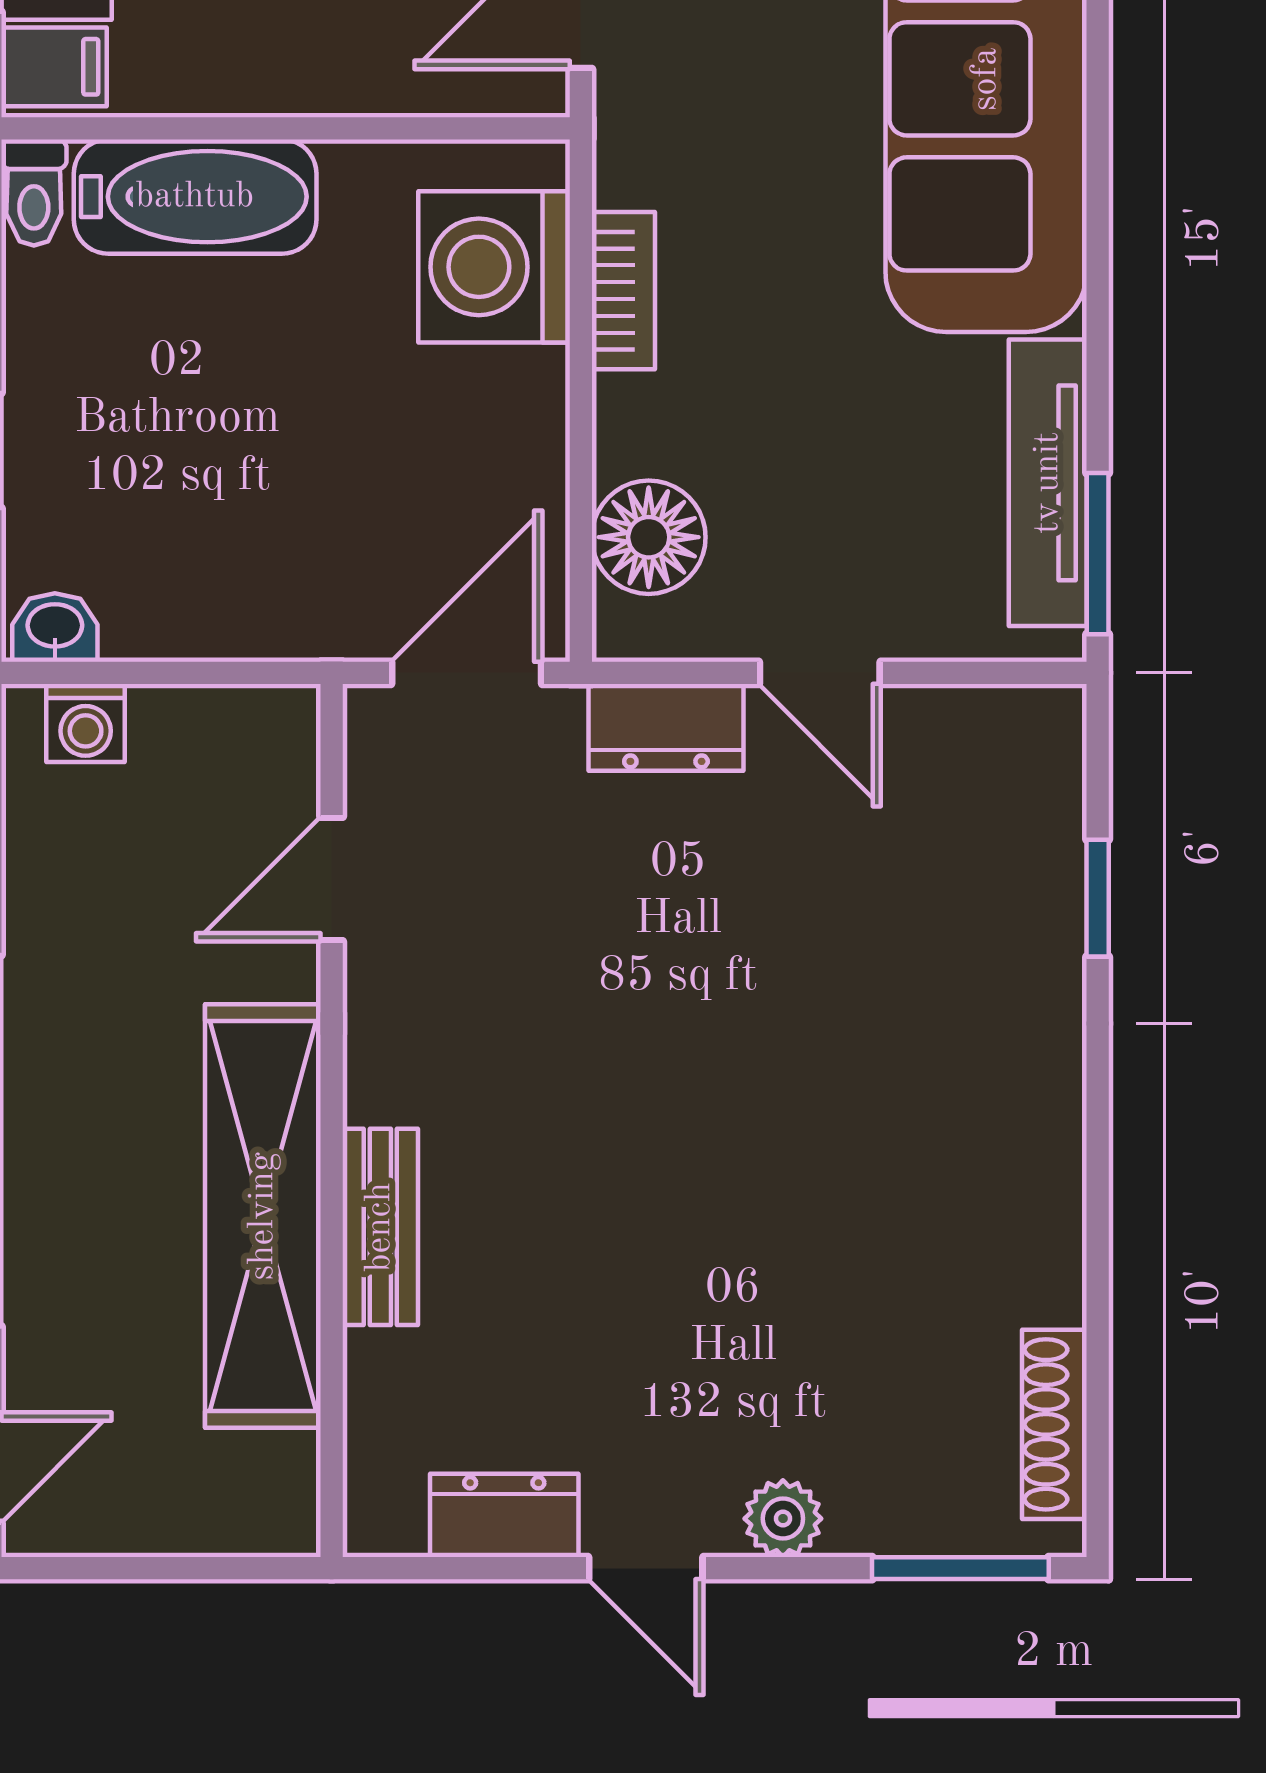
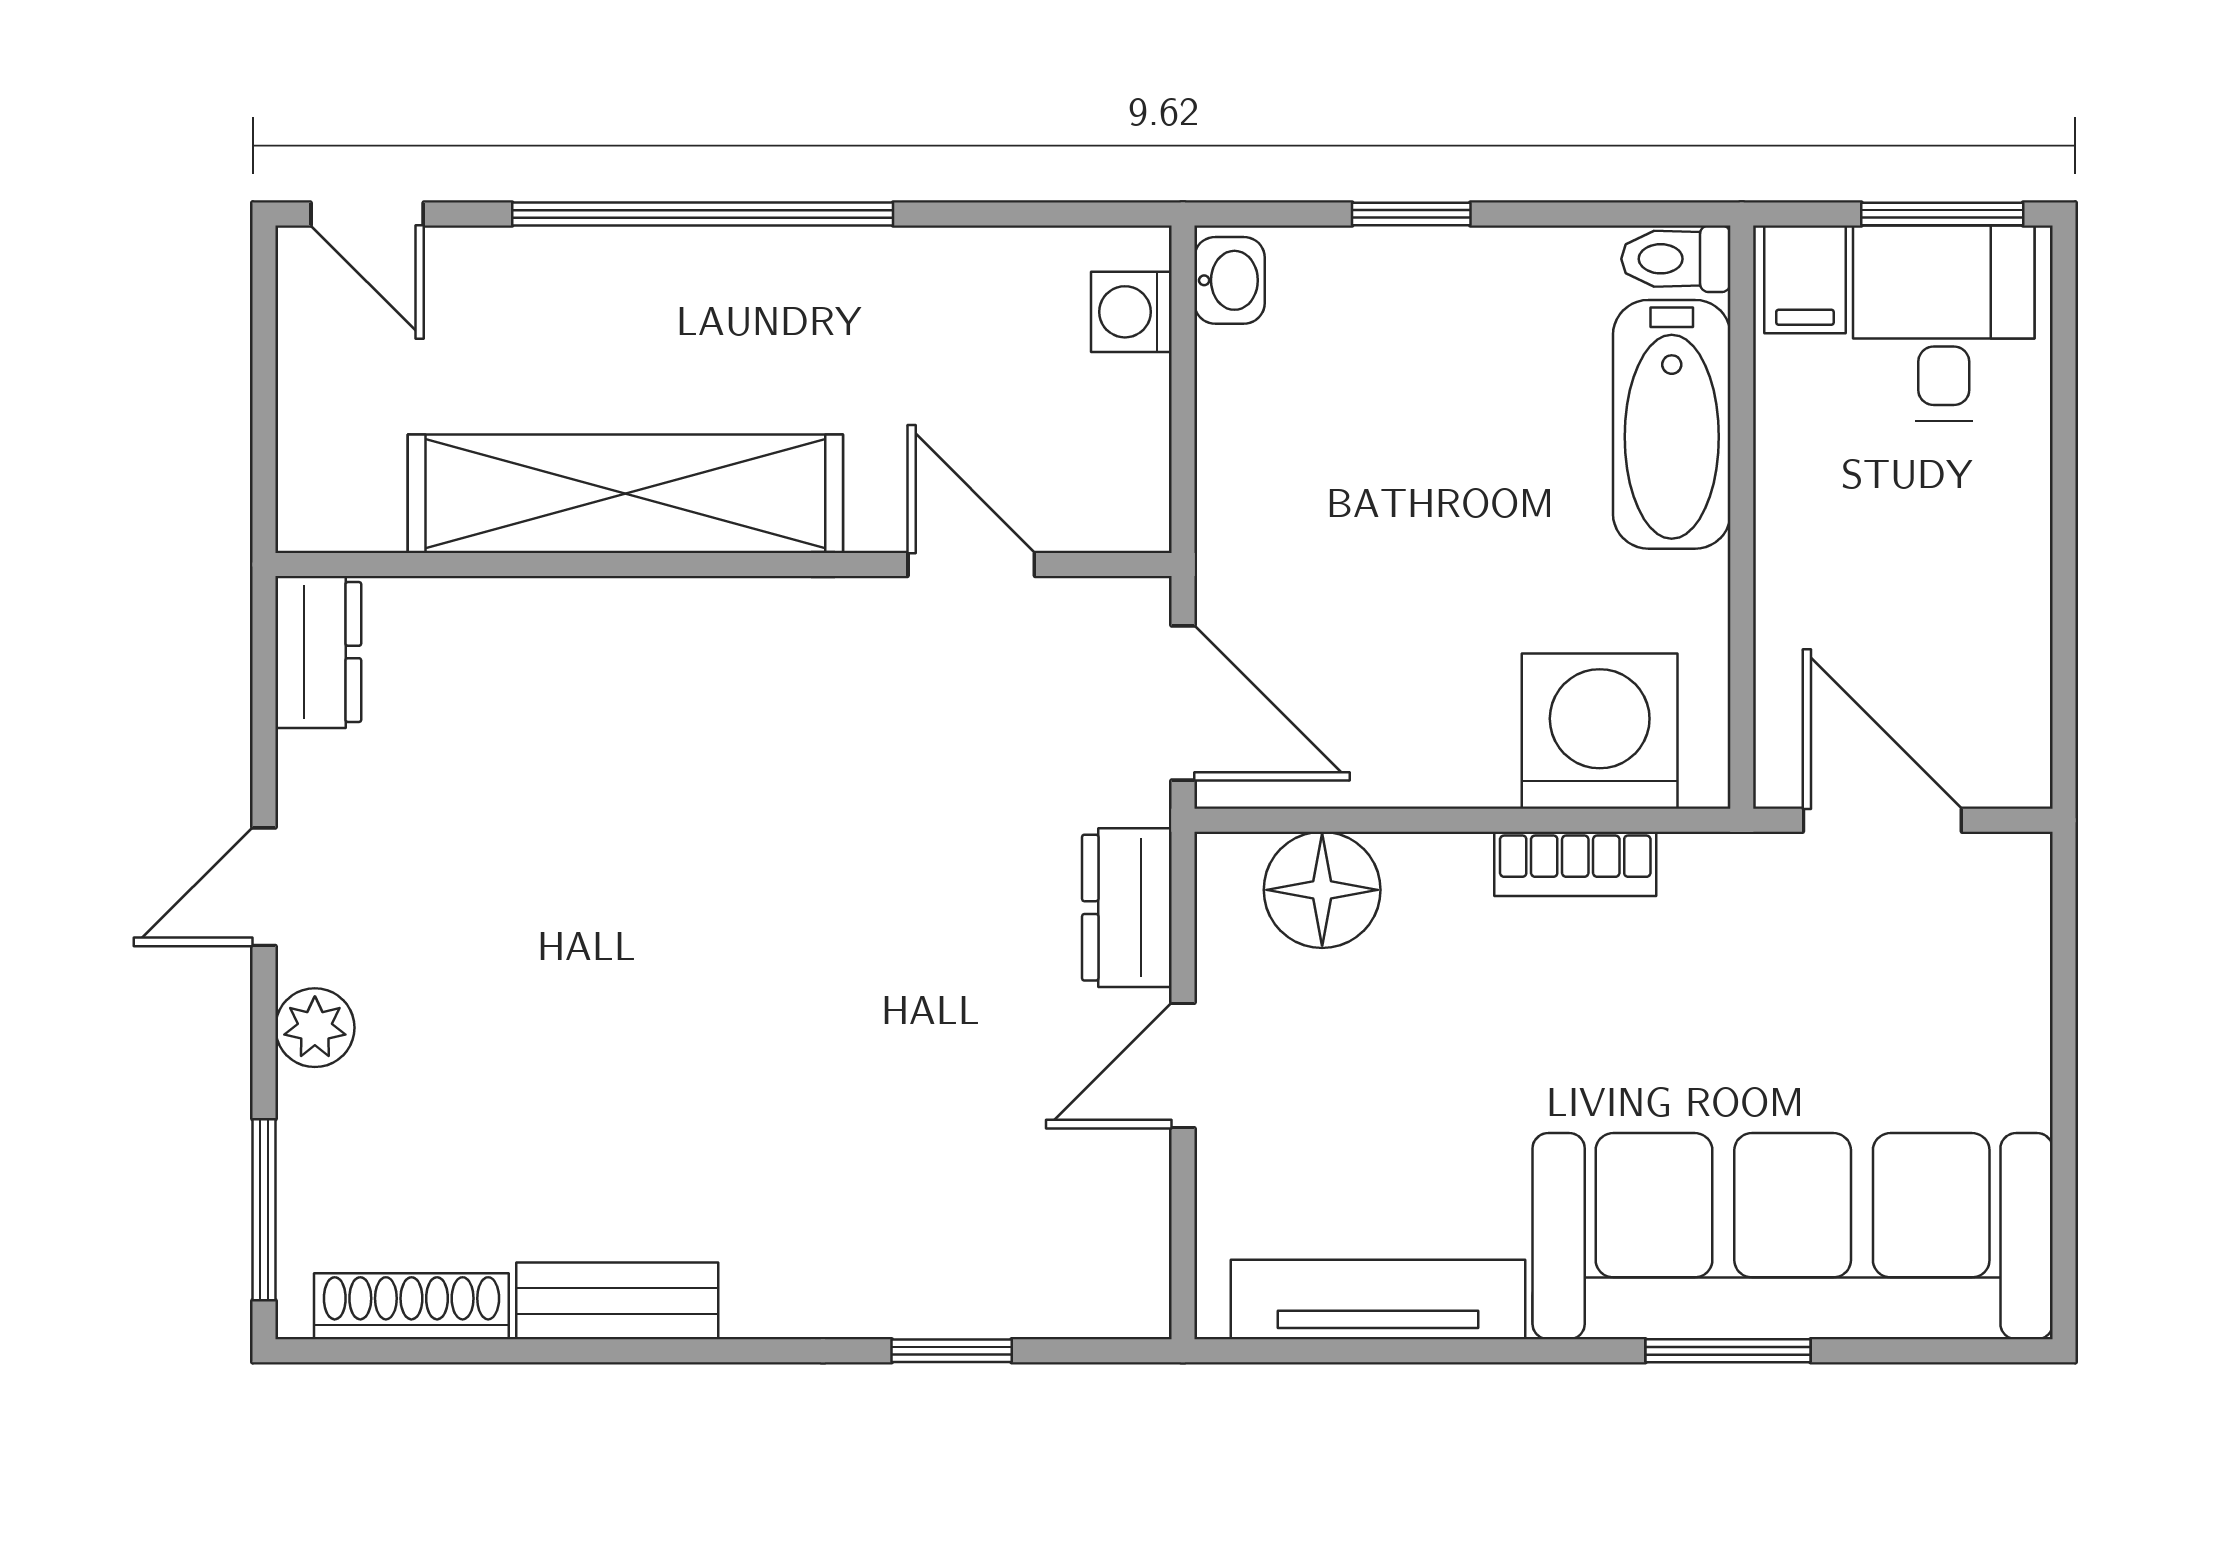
window: (1098, 554) -> (1728, 1351), moved
bench: (380, 1227) -> (617, 1301), moved
dresser: (504, 1515) -> (318, 652), moved

